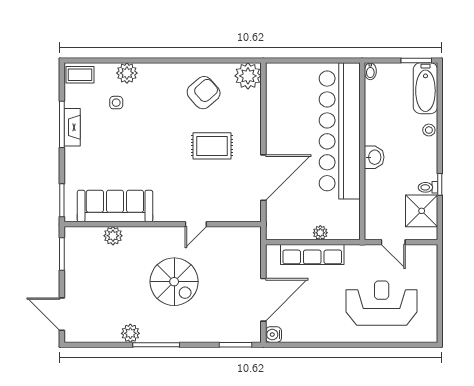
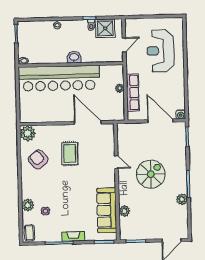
bathtub: (425, 88) -> (32, 28), removed
fireplace: (72, 127) -> (73, 236), moved

